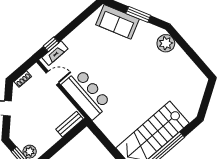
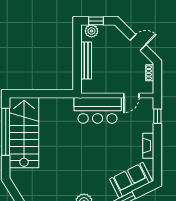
fireplace: (55, 53) -> (148, 146), moved
bench: (70, 124) -> (86, 61), moved, width x1.36

